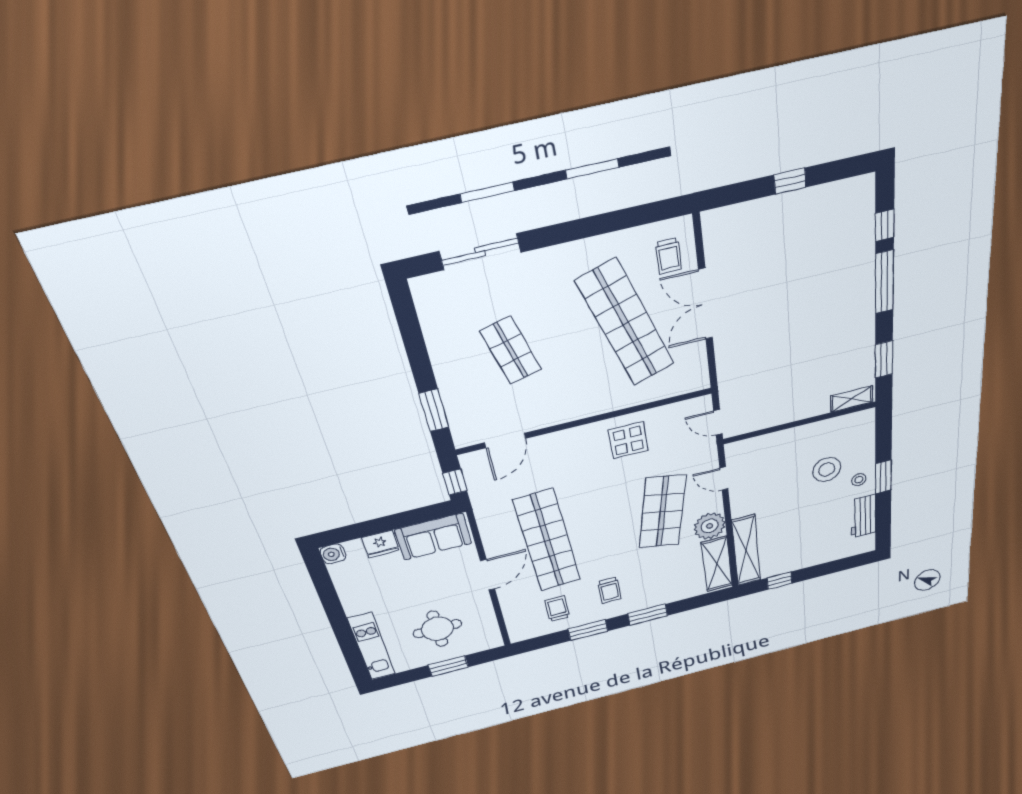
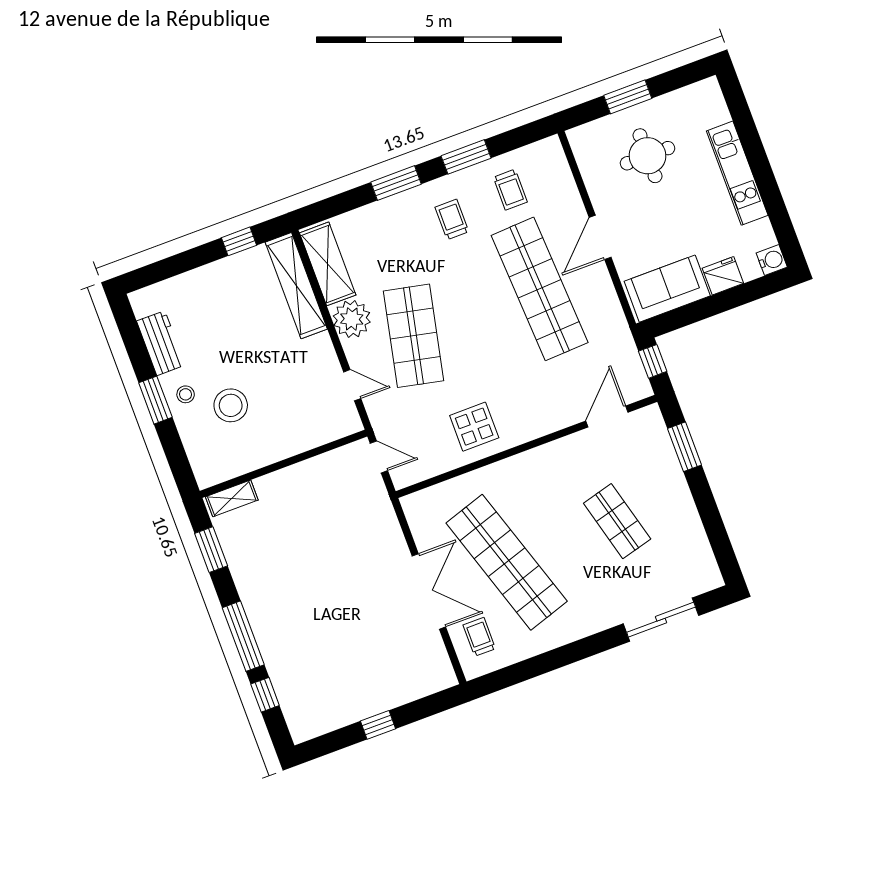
kitchen unit: (372, 646) -> (737, 173), moved

